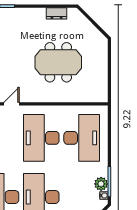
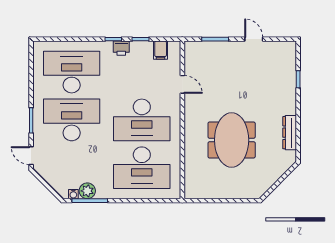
dresser: (57, 13) -> (290, 133), width x1.44
desk: (41, 138) -> (142, 120), turned 180

